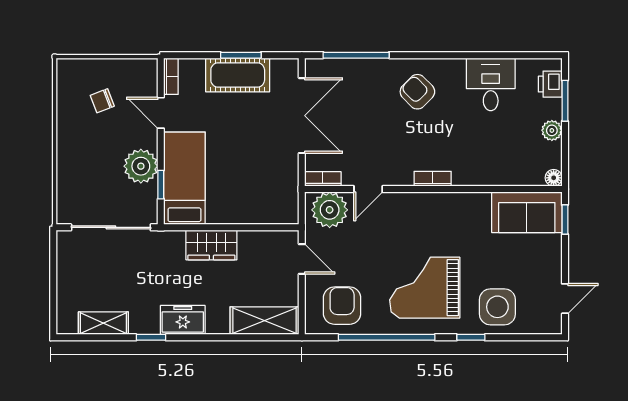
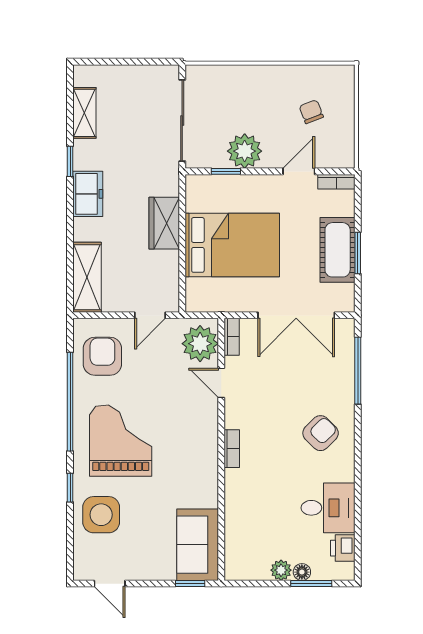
printer: (550, 84) -> (343, 548), moved, turned -90
bed: (184, 178) -> (232, 245), moved, width x1.50
floor lamp: (554, 178) -> (302, 572), moved
armchair: (342, 306) -> (102, 356), turned -90

